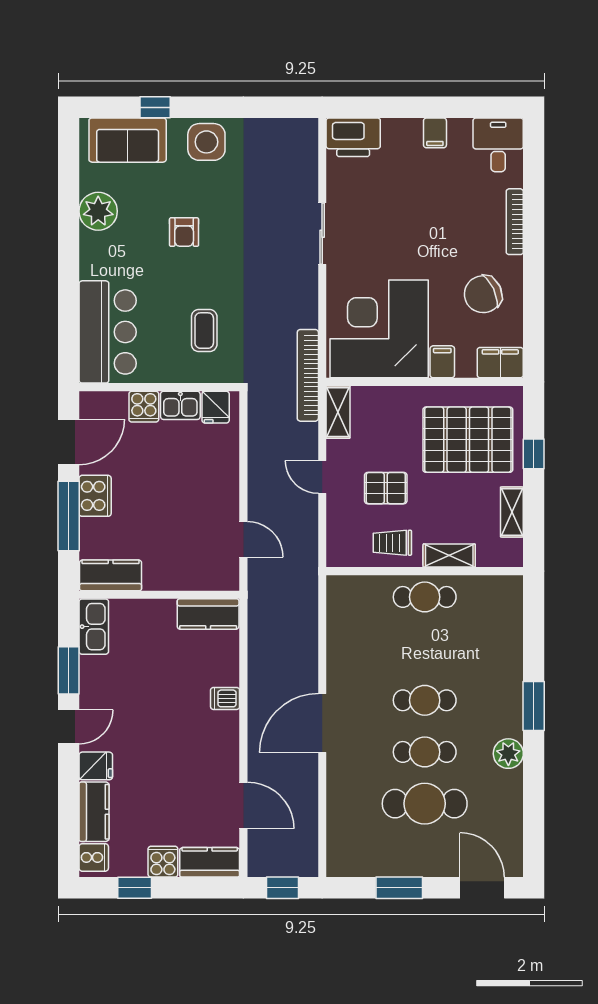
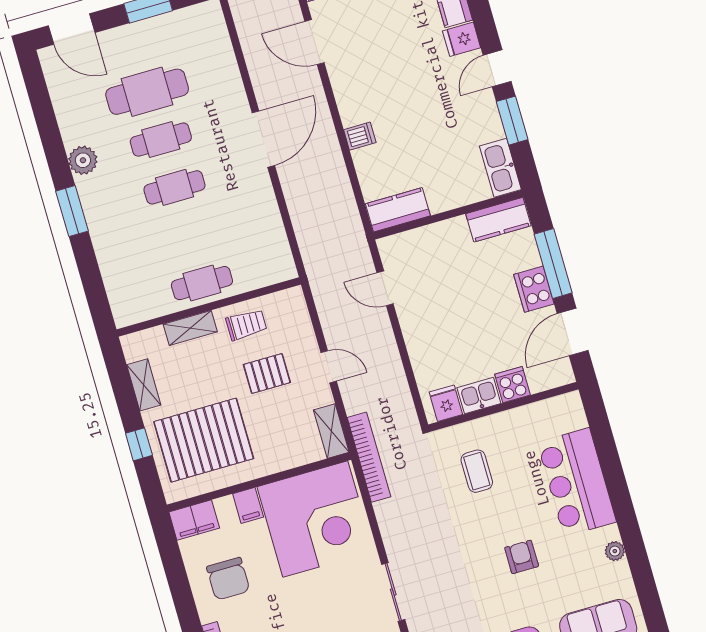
plant: (98, 211) -> (615, 551), width x0.53, depth x0.53
chair: (483, 294) -> (228, 579), turned 115
bar counter: (108, 332) -> (577, 482), moved

